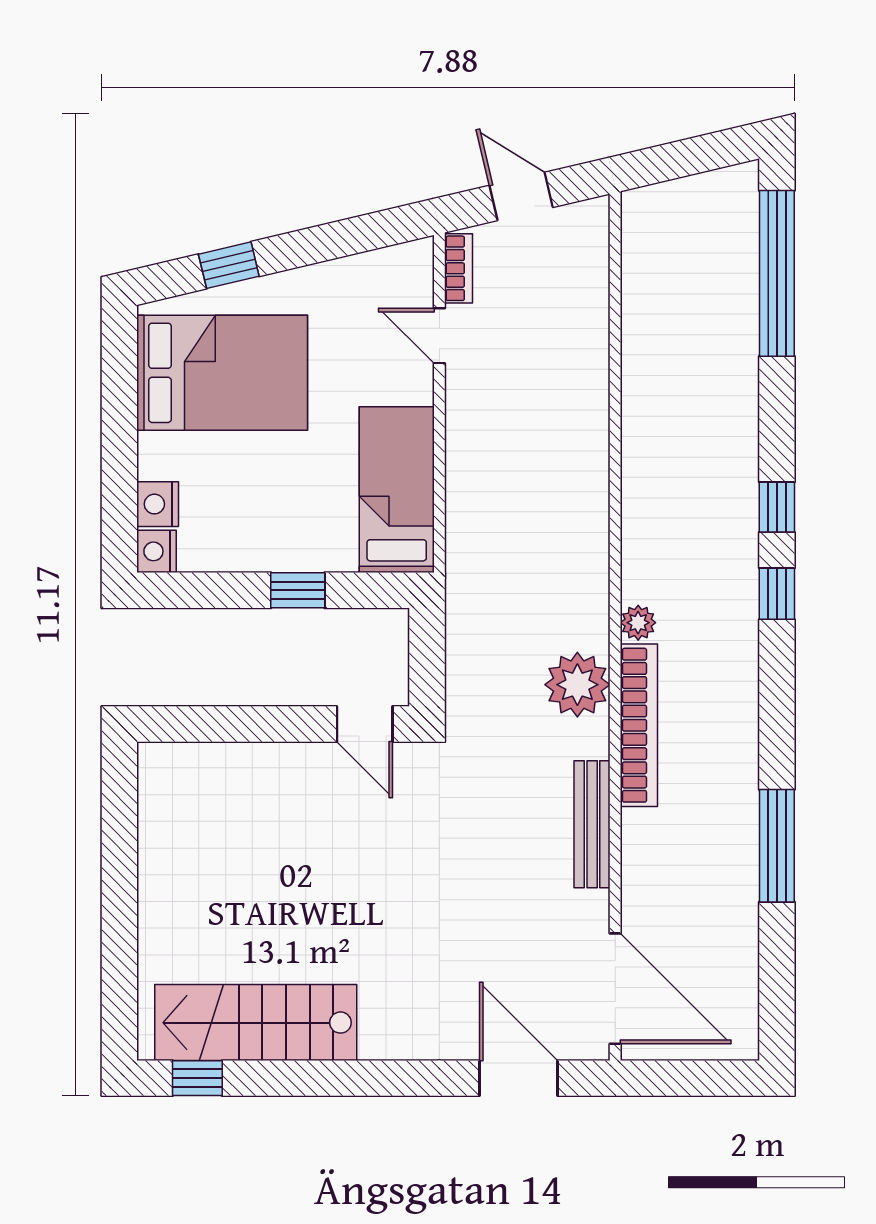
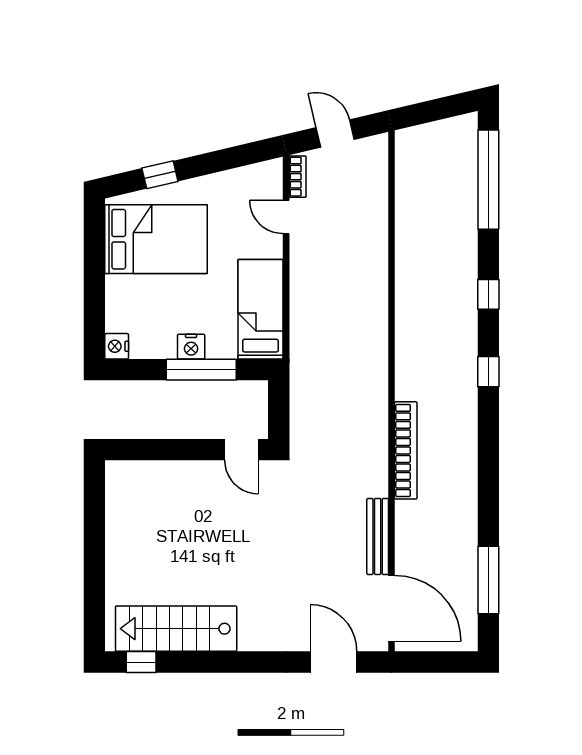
nightstand: (158, 504) -> (191, 347), moved, turned -90
window: (777, 507) -> (488, 294), moved
window: (298, 590) -> (201, 370), width x2.17
plant: (638, 623) -> (405, 389), removed
plant: (577, 685) -> (369, 426), removed
bench: (592, 824) -> (378, 536), moved
window: (777, 846) -> (488, 580), moved

